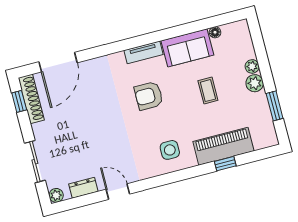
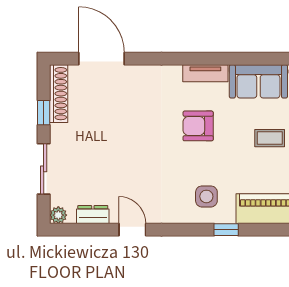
door: (58, 62) -> (101, 59), swing flipped
coffee table: (208, 91) -> (270, 138), turned 90
window: (19, 101) -> (44, 113), moved
window: (225, 164) -> (226, 230), moved

